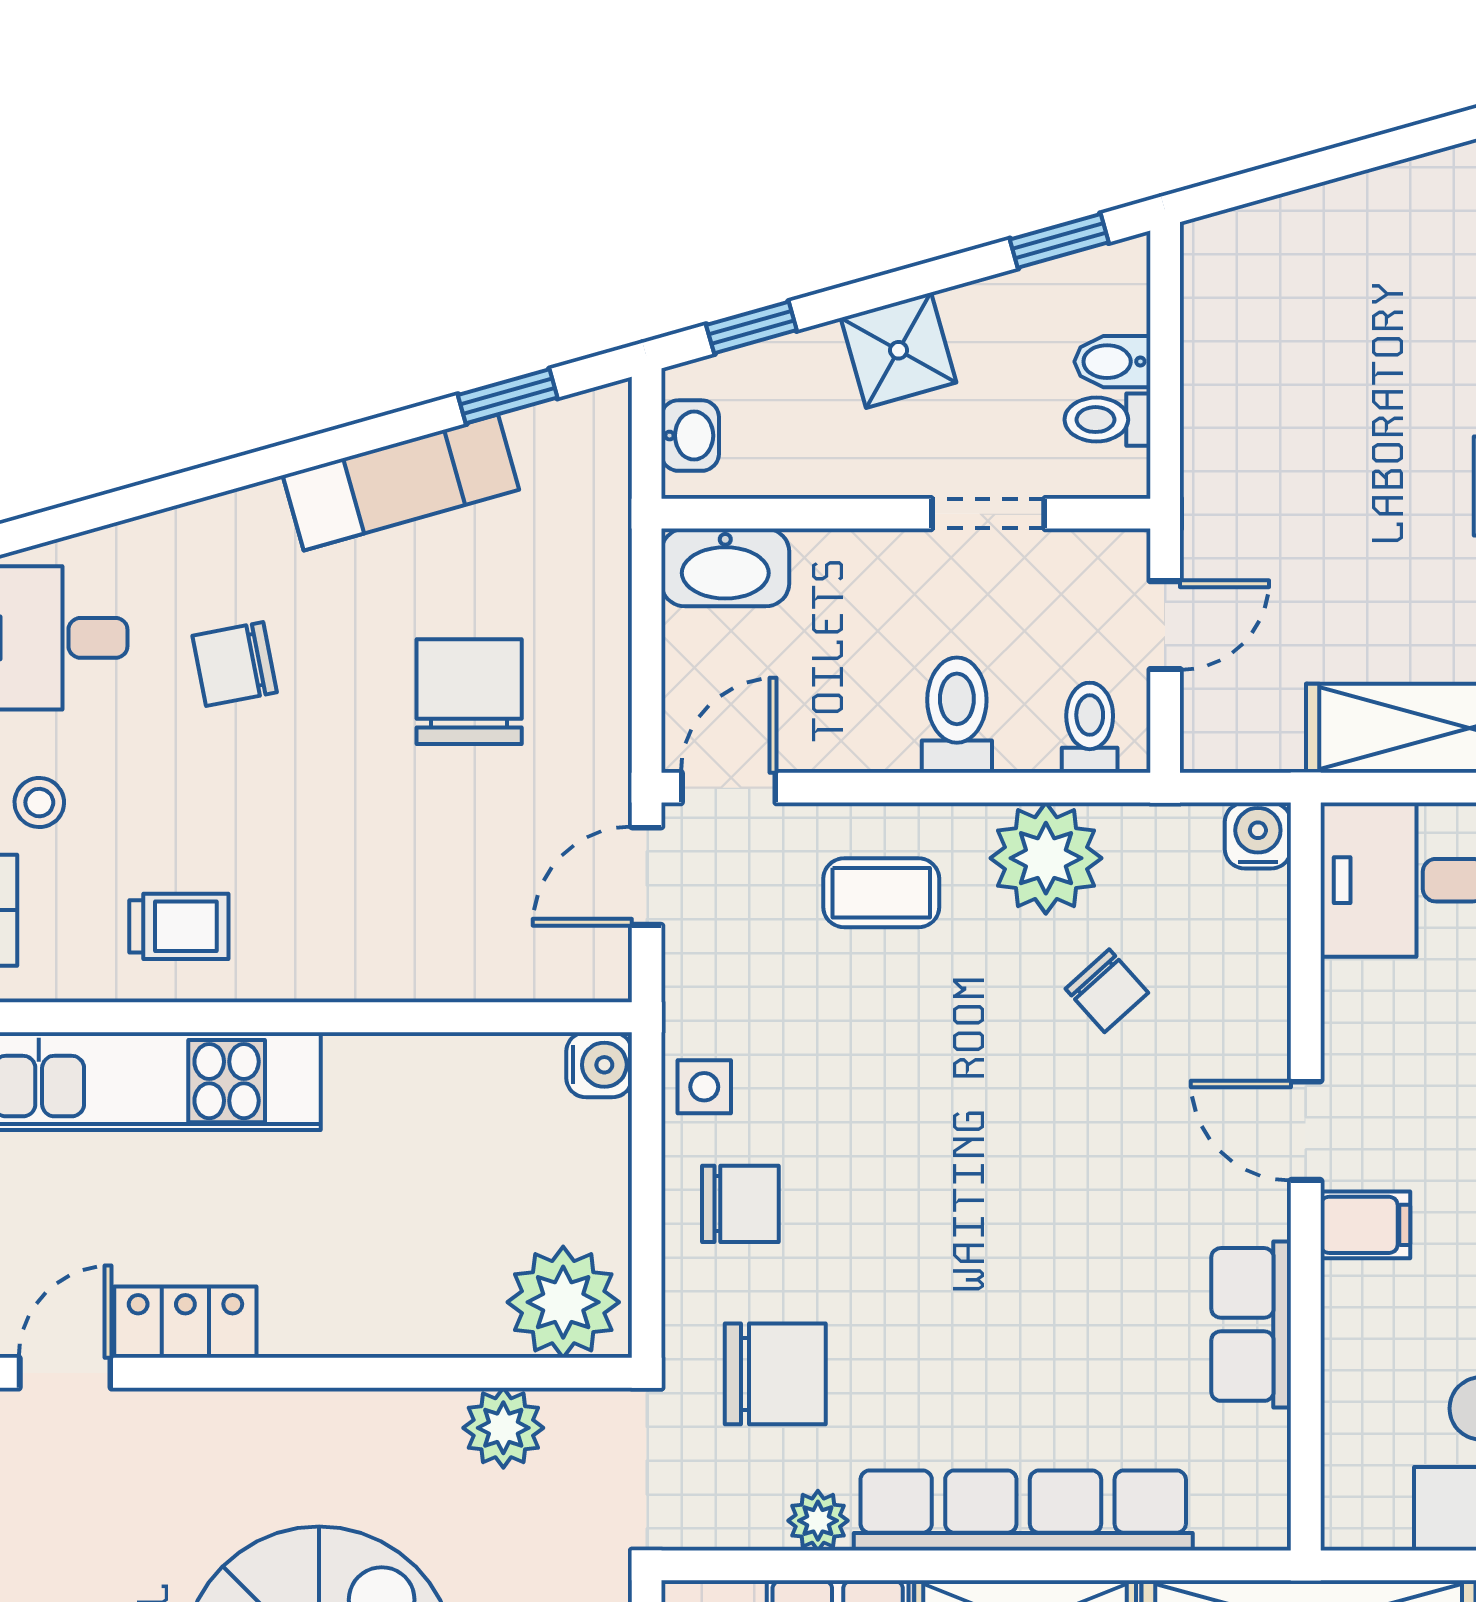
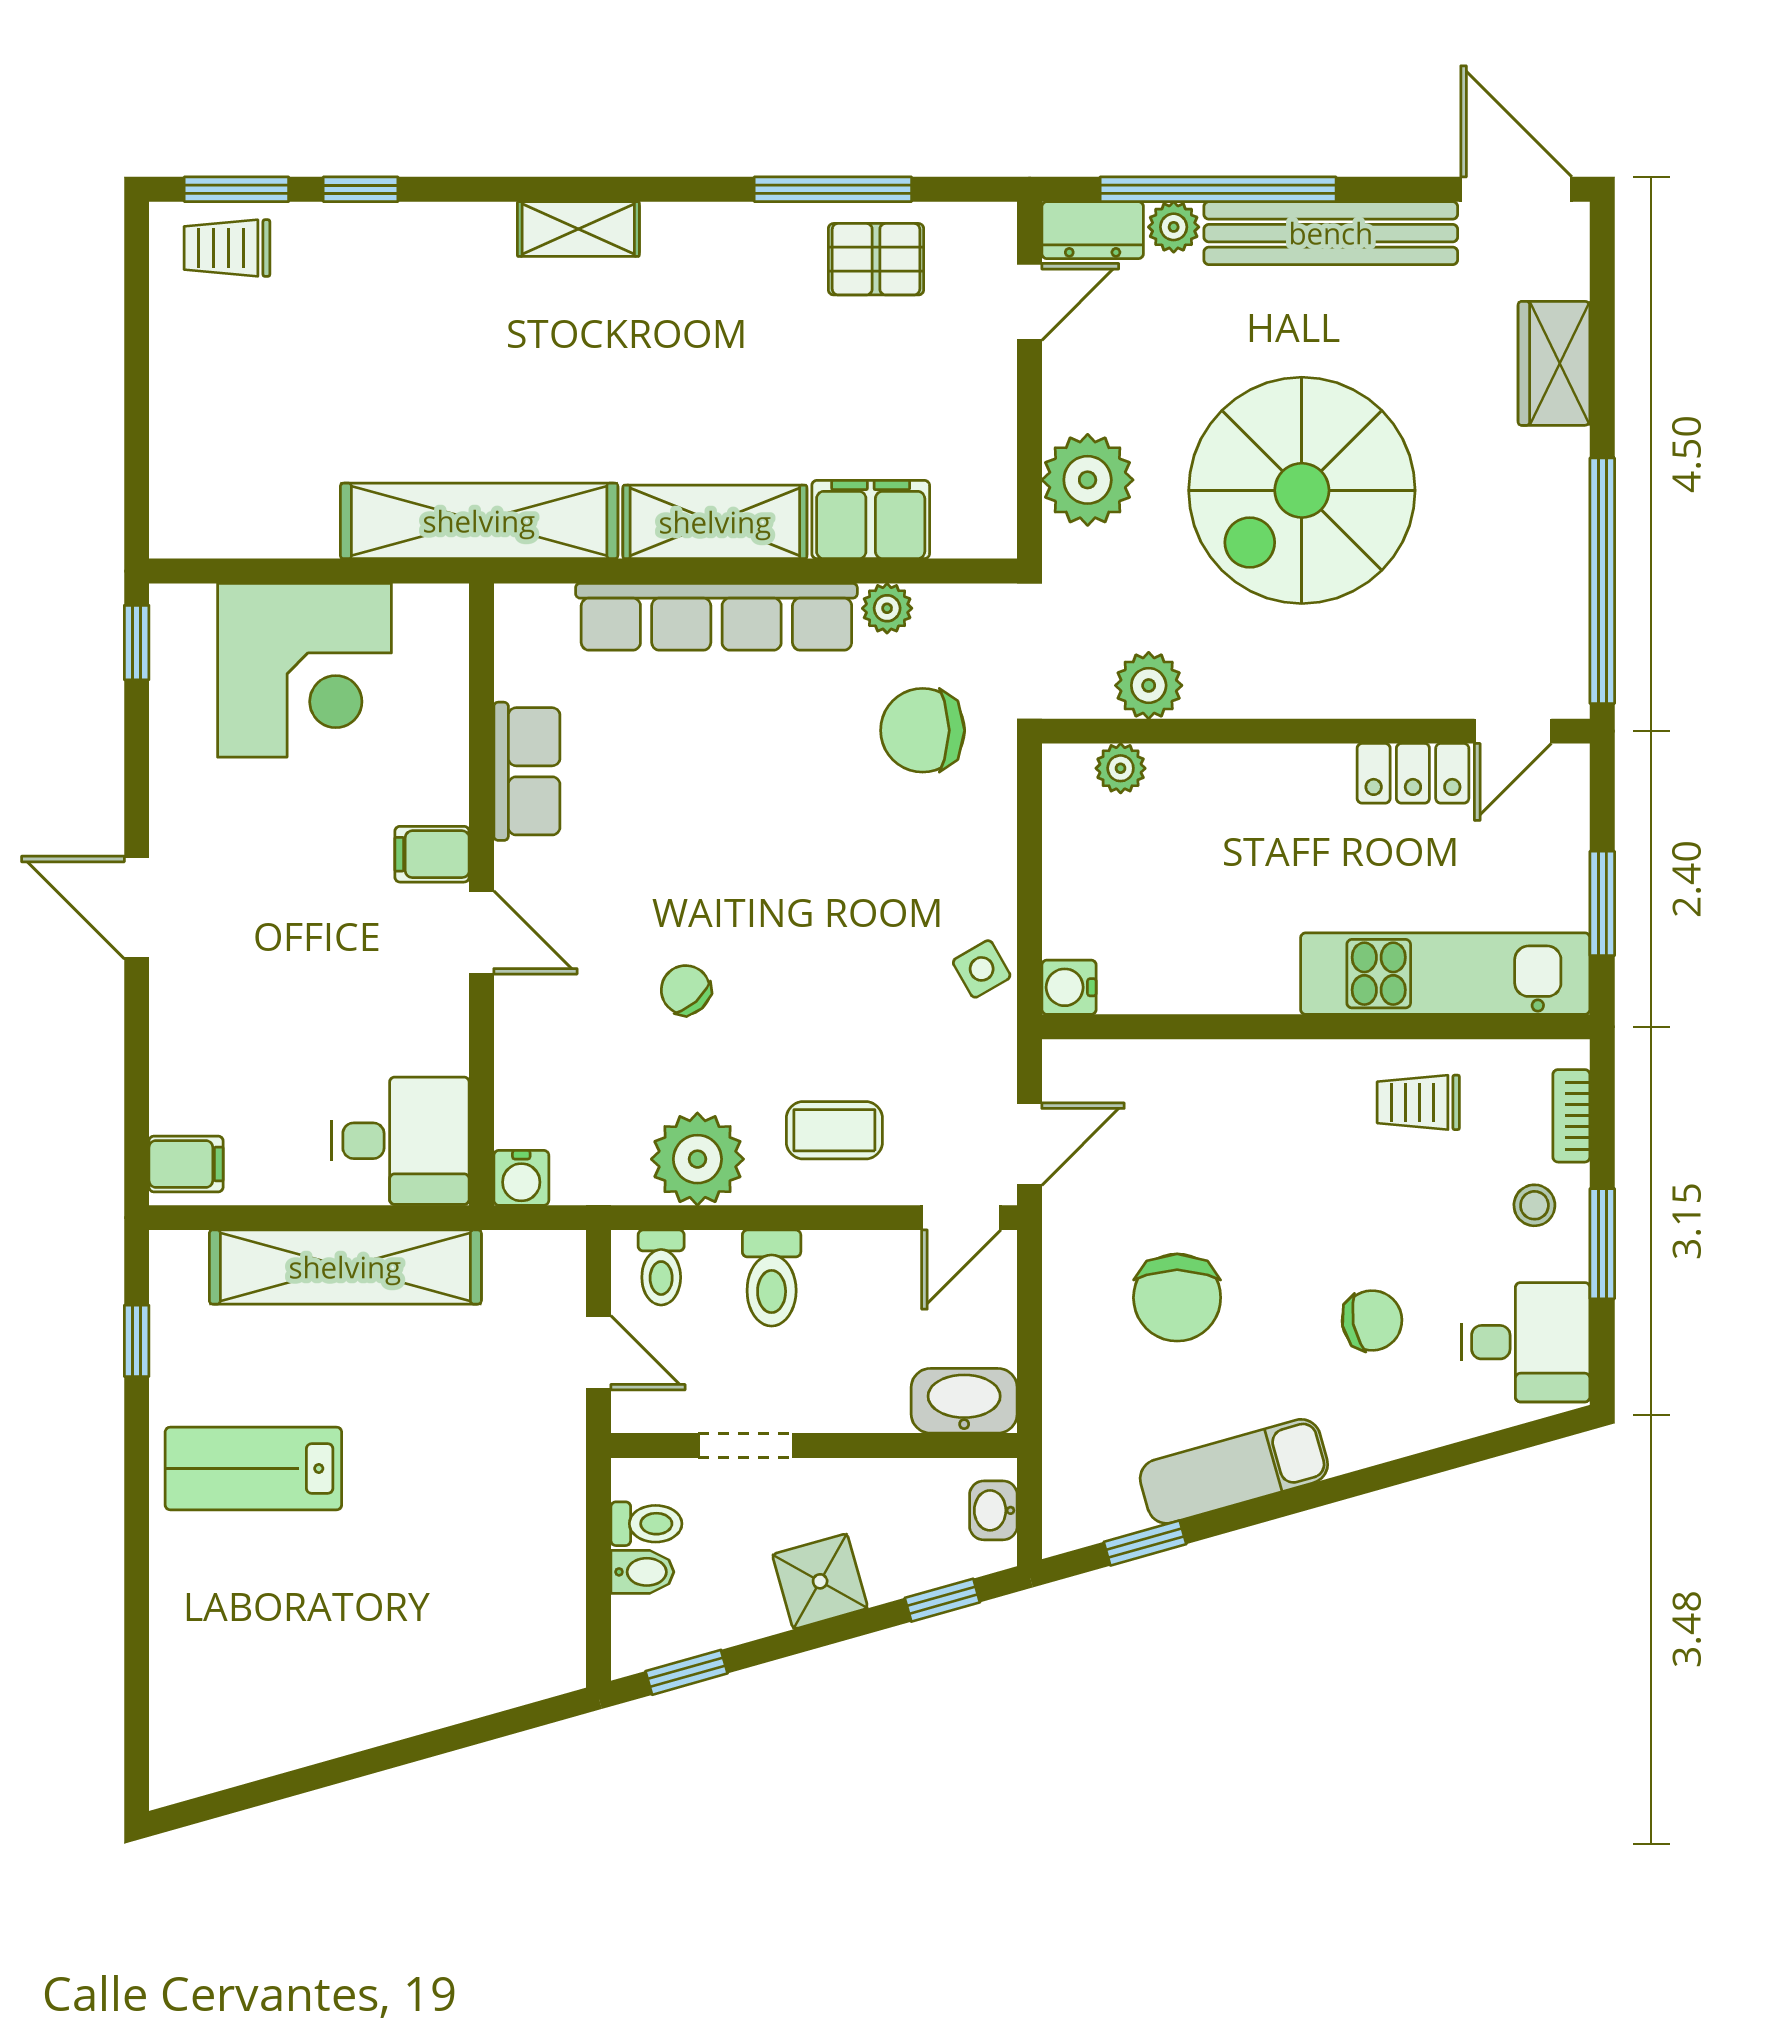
door: (1165, 625) -> (598, 1353), swing flipped
chair: (1107, 991) -> (686, 990), moved
side table: (704, 1087) -> (982, 969), turned -30
chair: (740, 1204) -> (952, 872), removed
plant: (563, 1302) -> (1121, 768), width x0.53, depth x0.53

